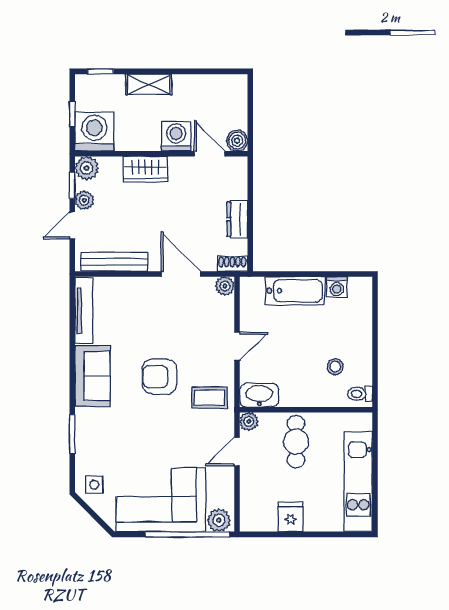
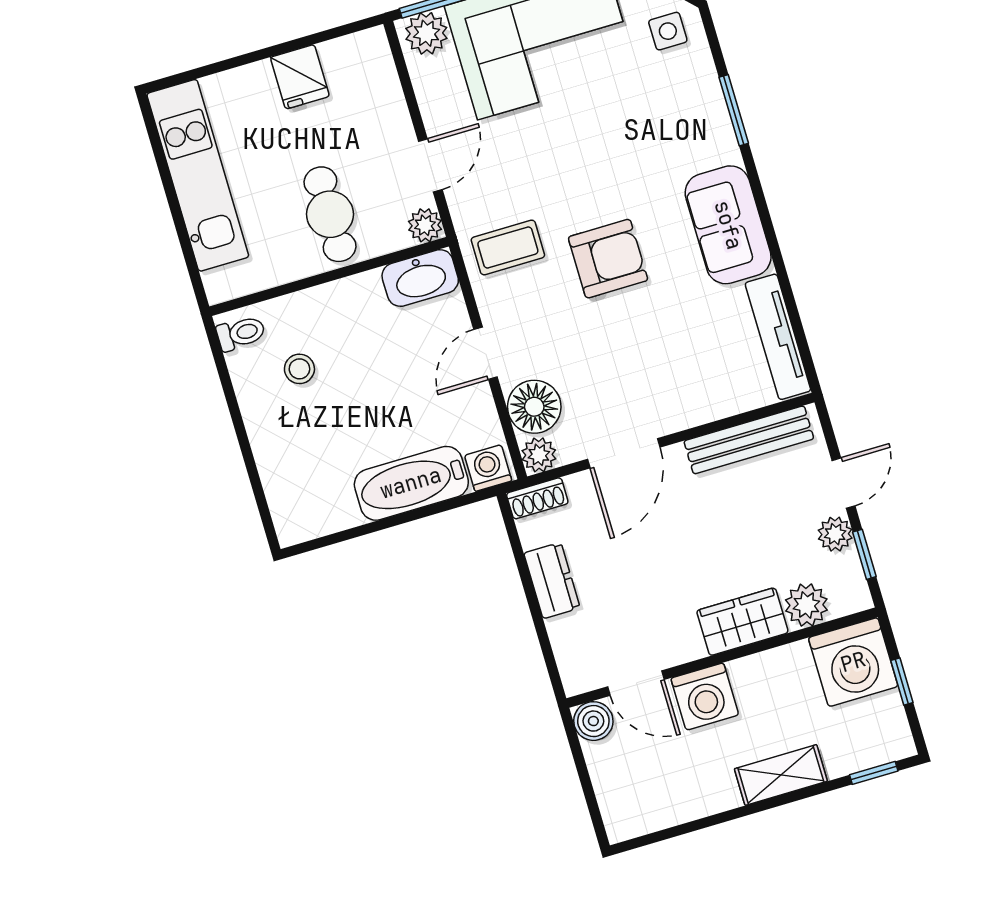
plant: (87, 168) -> (806, 605), moved
door: (181, 274) -> (624, 453), hinge flipped
washing machine: (337, 287) -> (488, 468), moved
floor lamp: (220, 311) -> (534, 407), added

